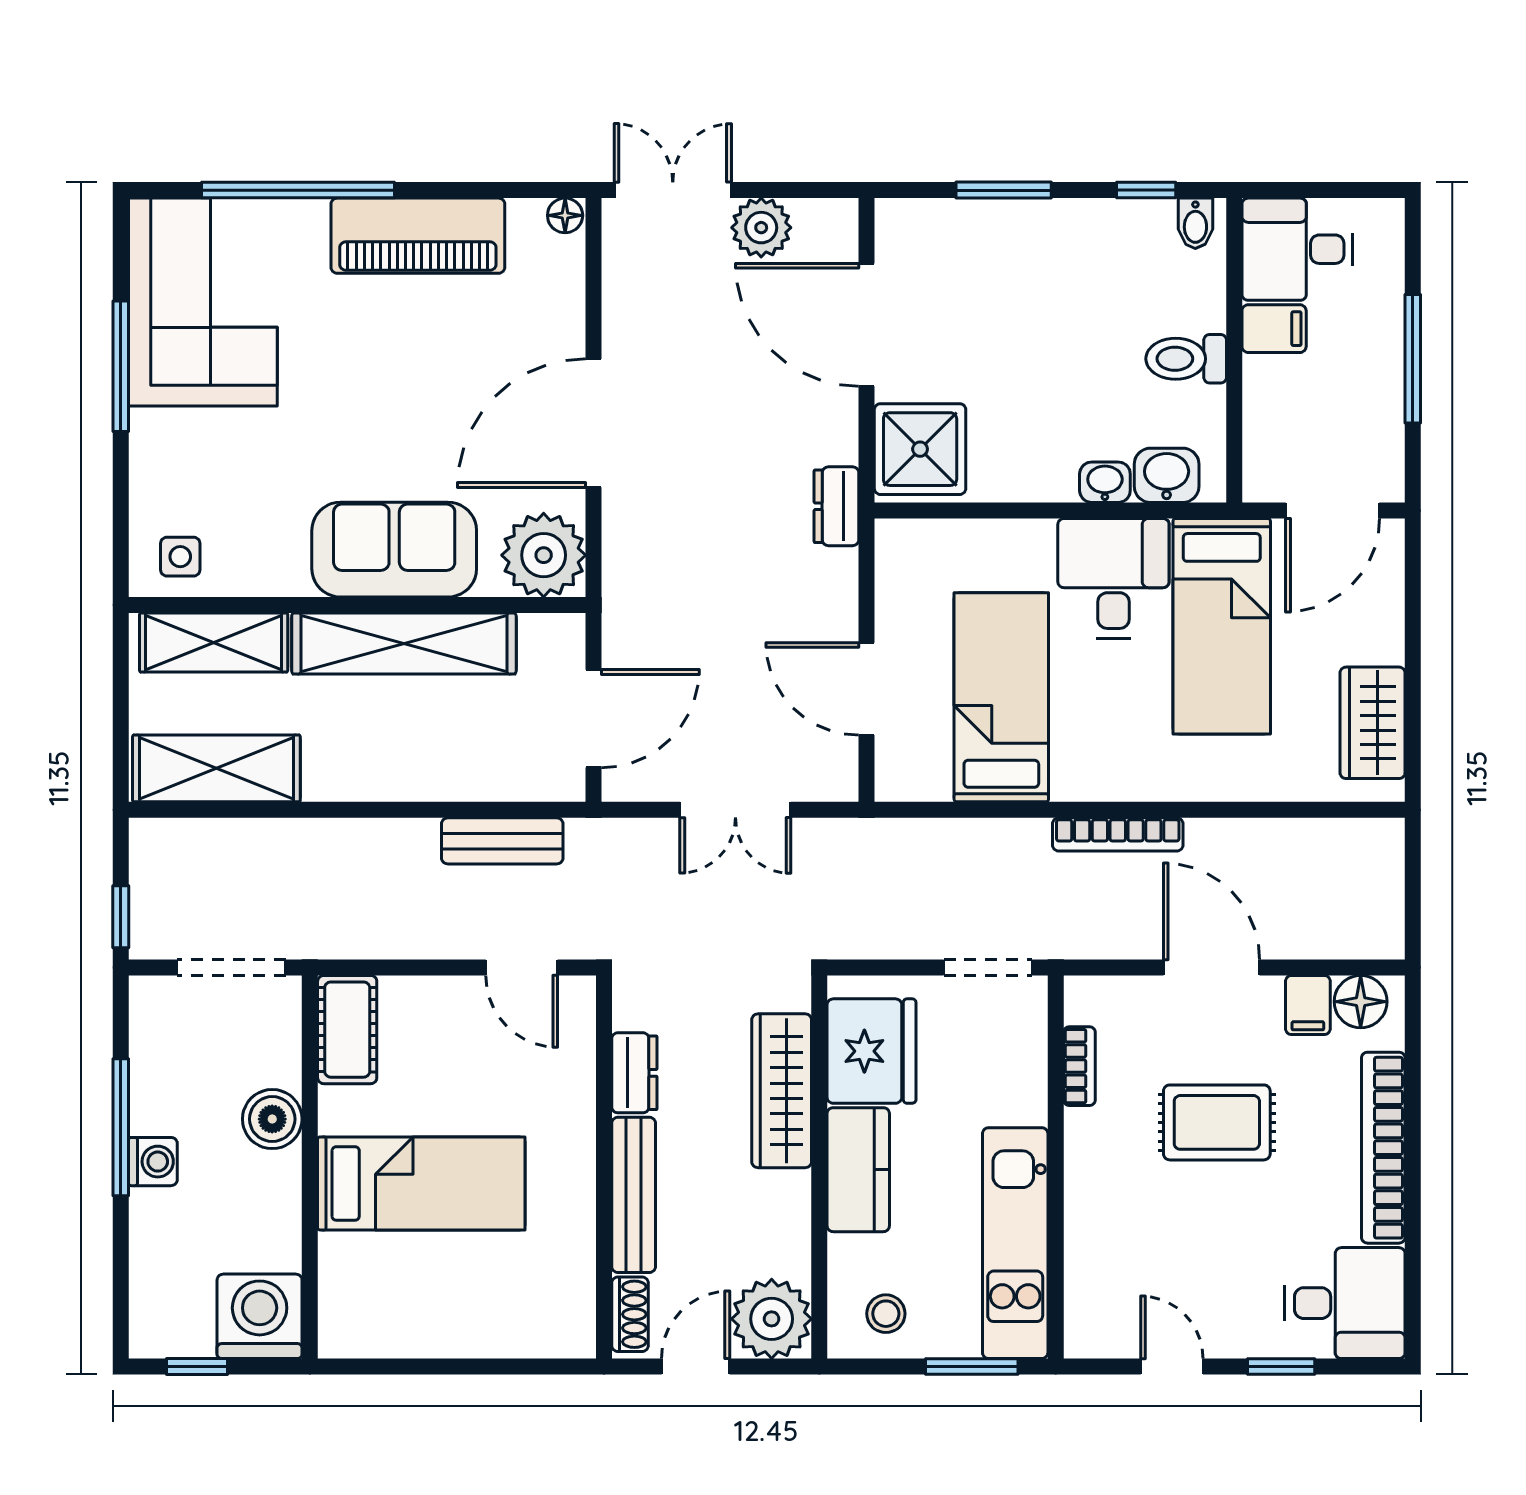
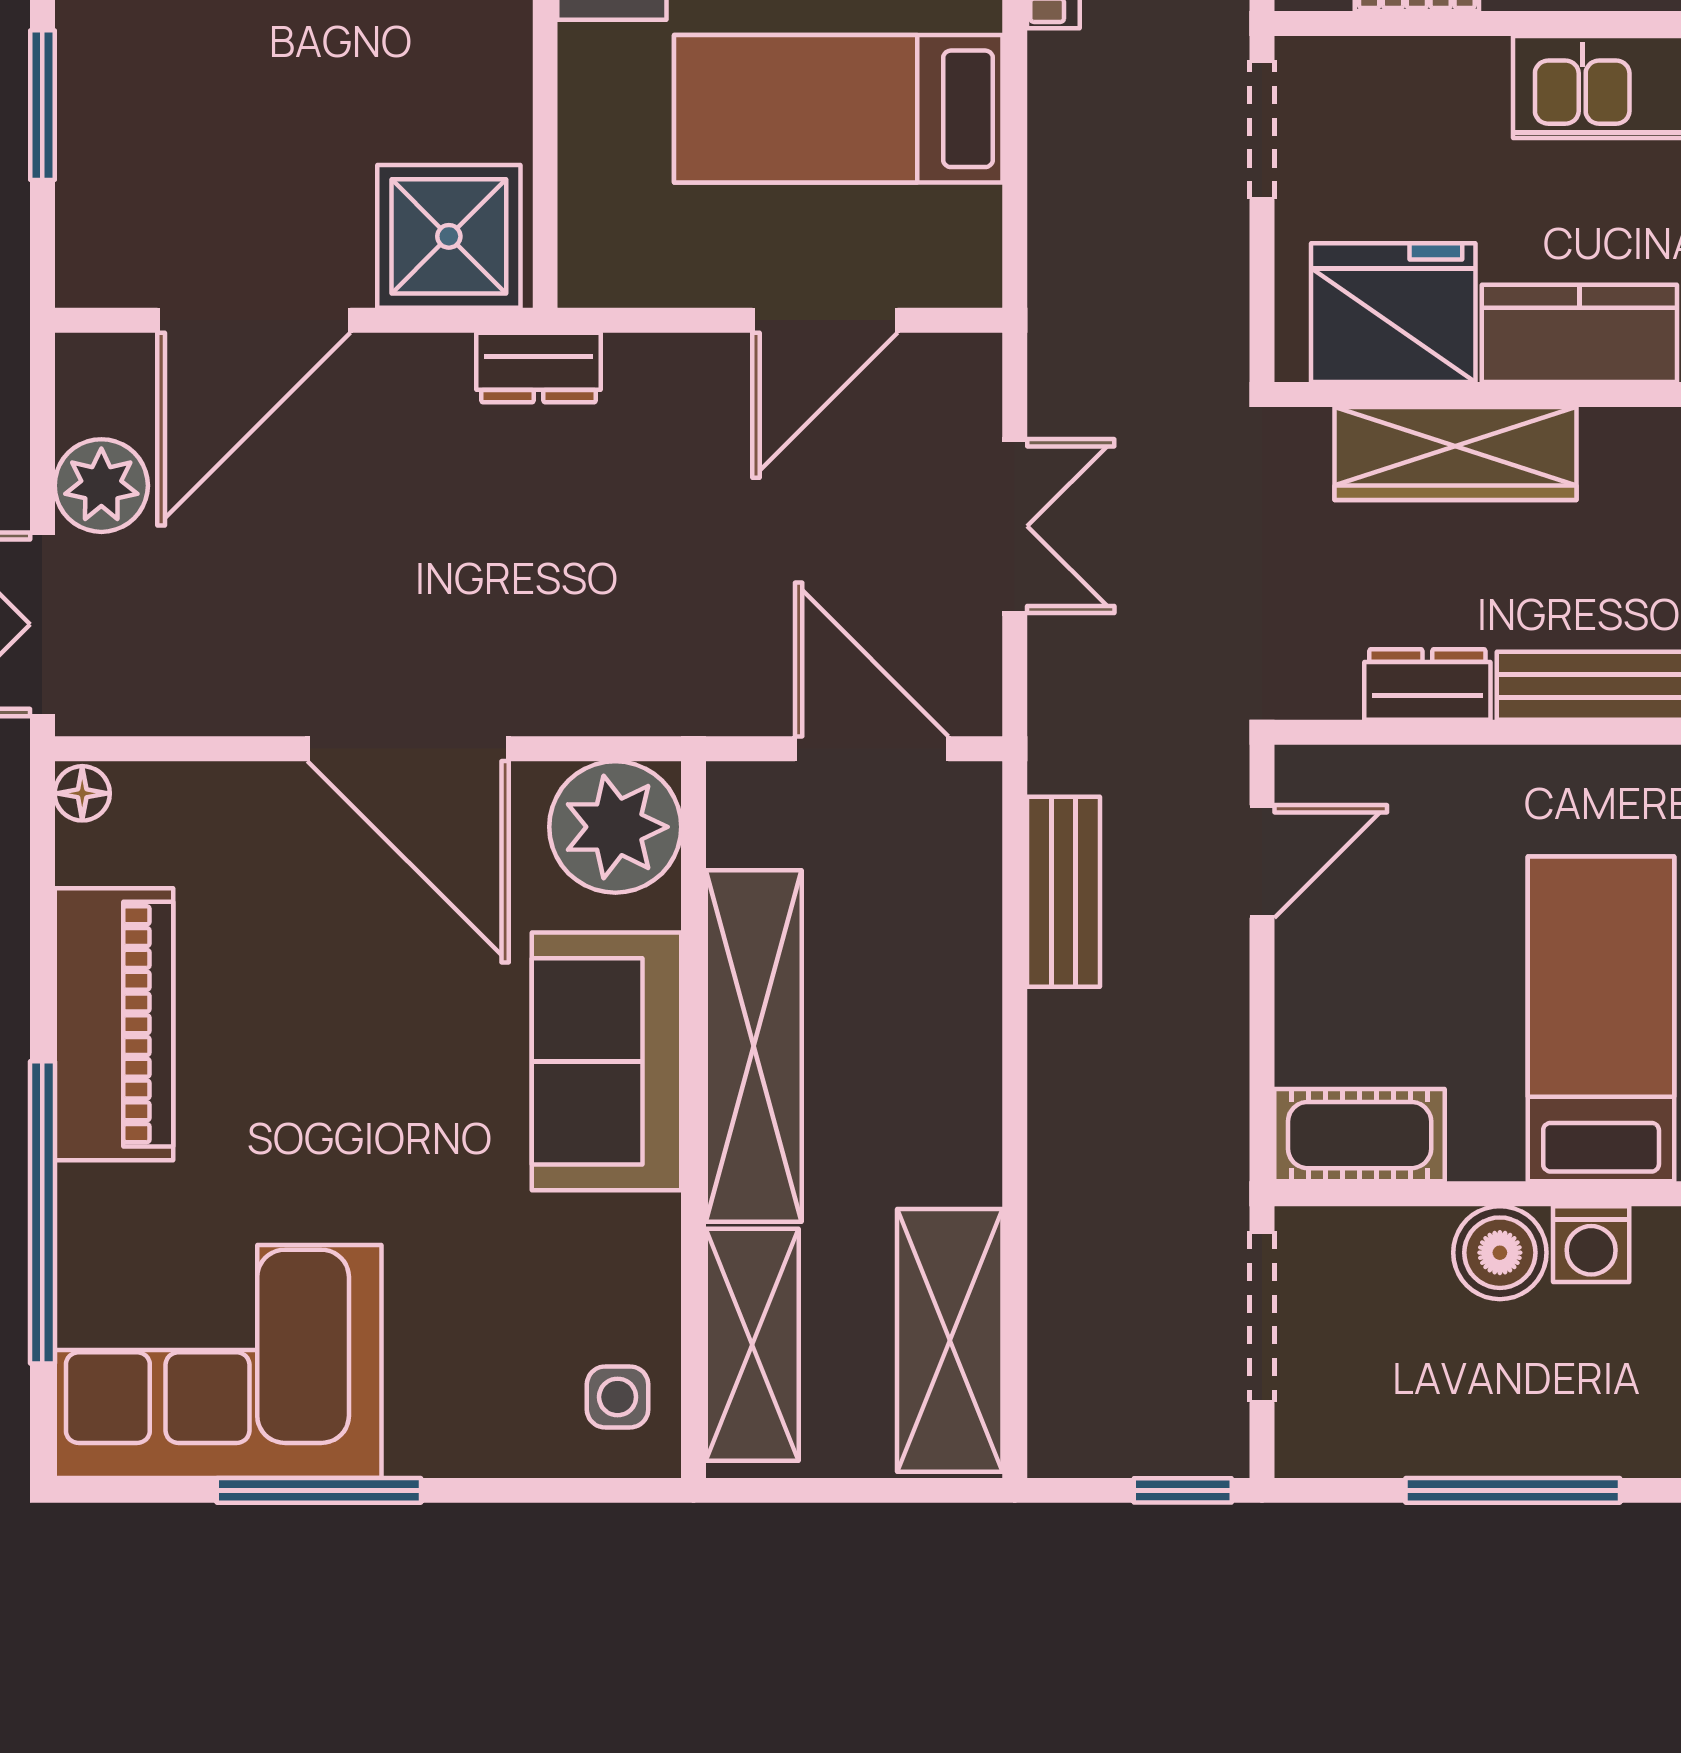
washing machine: (153, 1162) -> (1591, 1244), moved, turned 180

